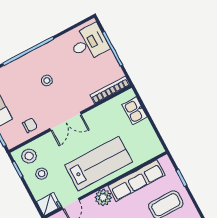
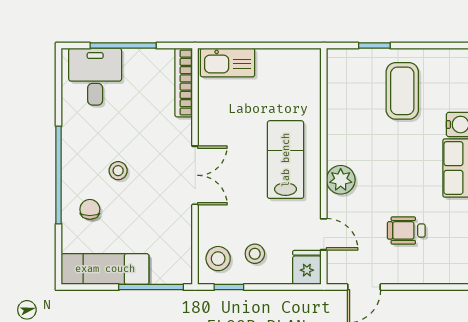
kitchen sink: (135, 111) -> (227, 62), width x1.38
chair: (30, 125) -> (90, 209), moved
lab bench: (98, 164) -> (286, 160), width x0.73, depth x0.72
row of seats: (136, 180) -> (342, 116), removed

